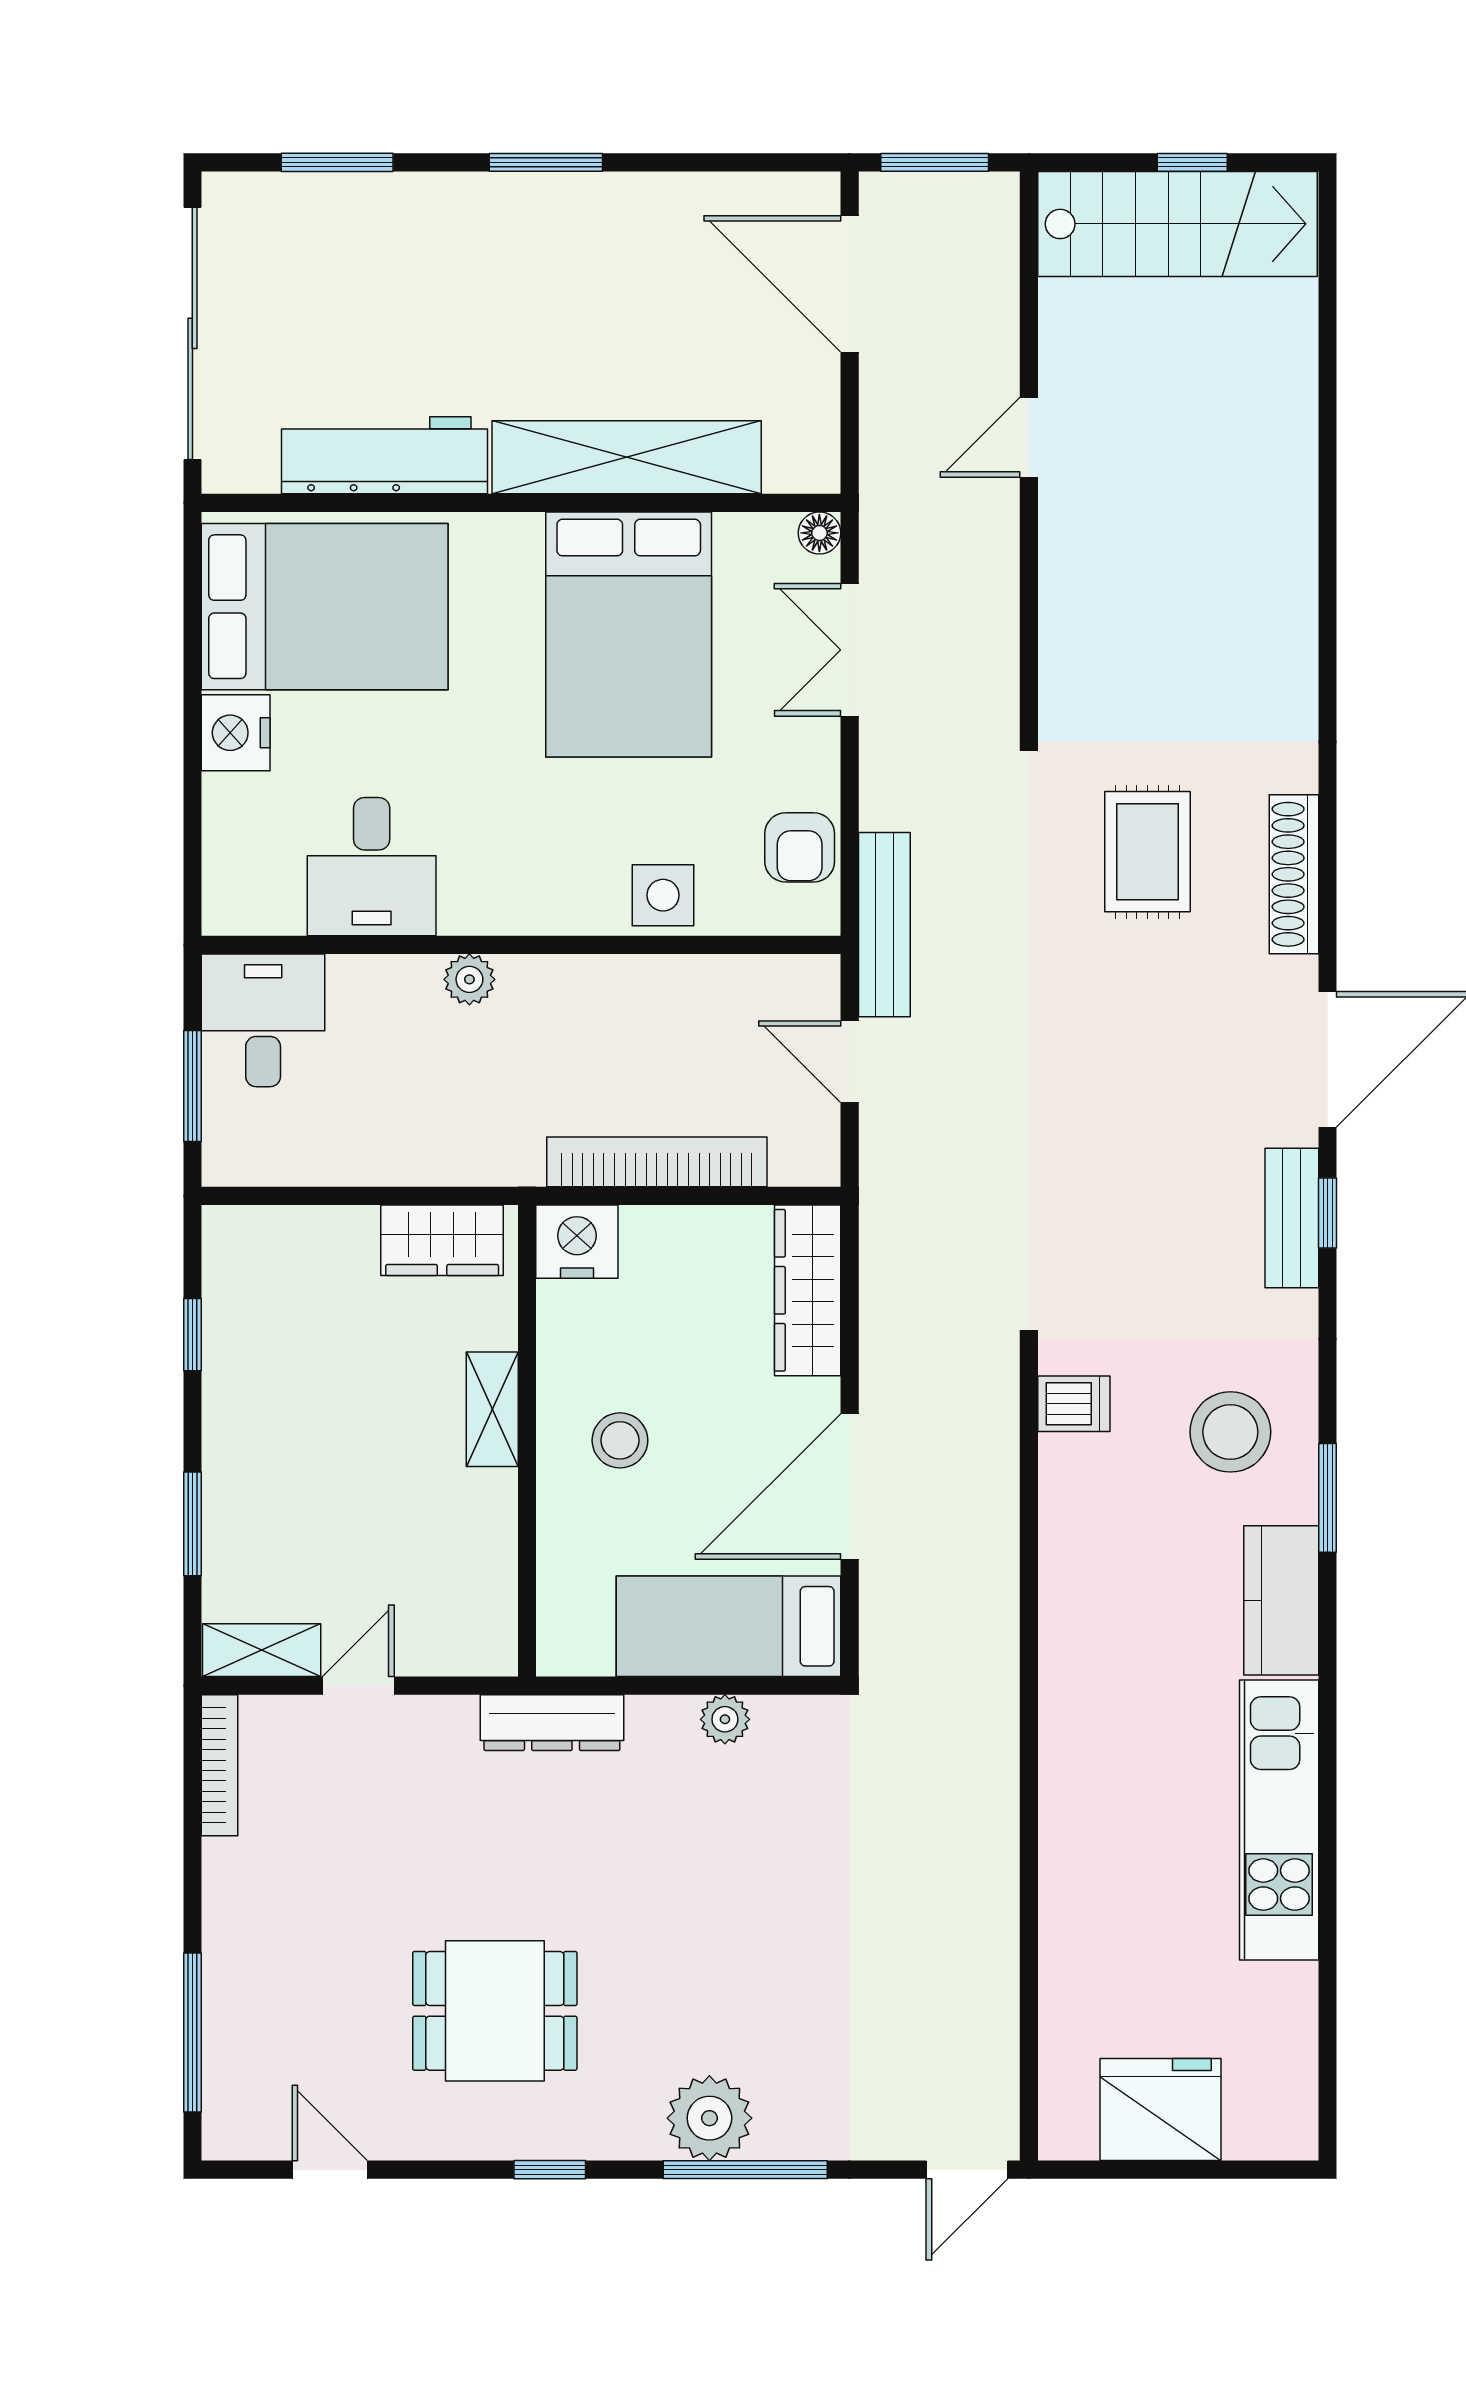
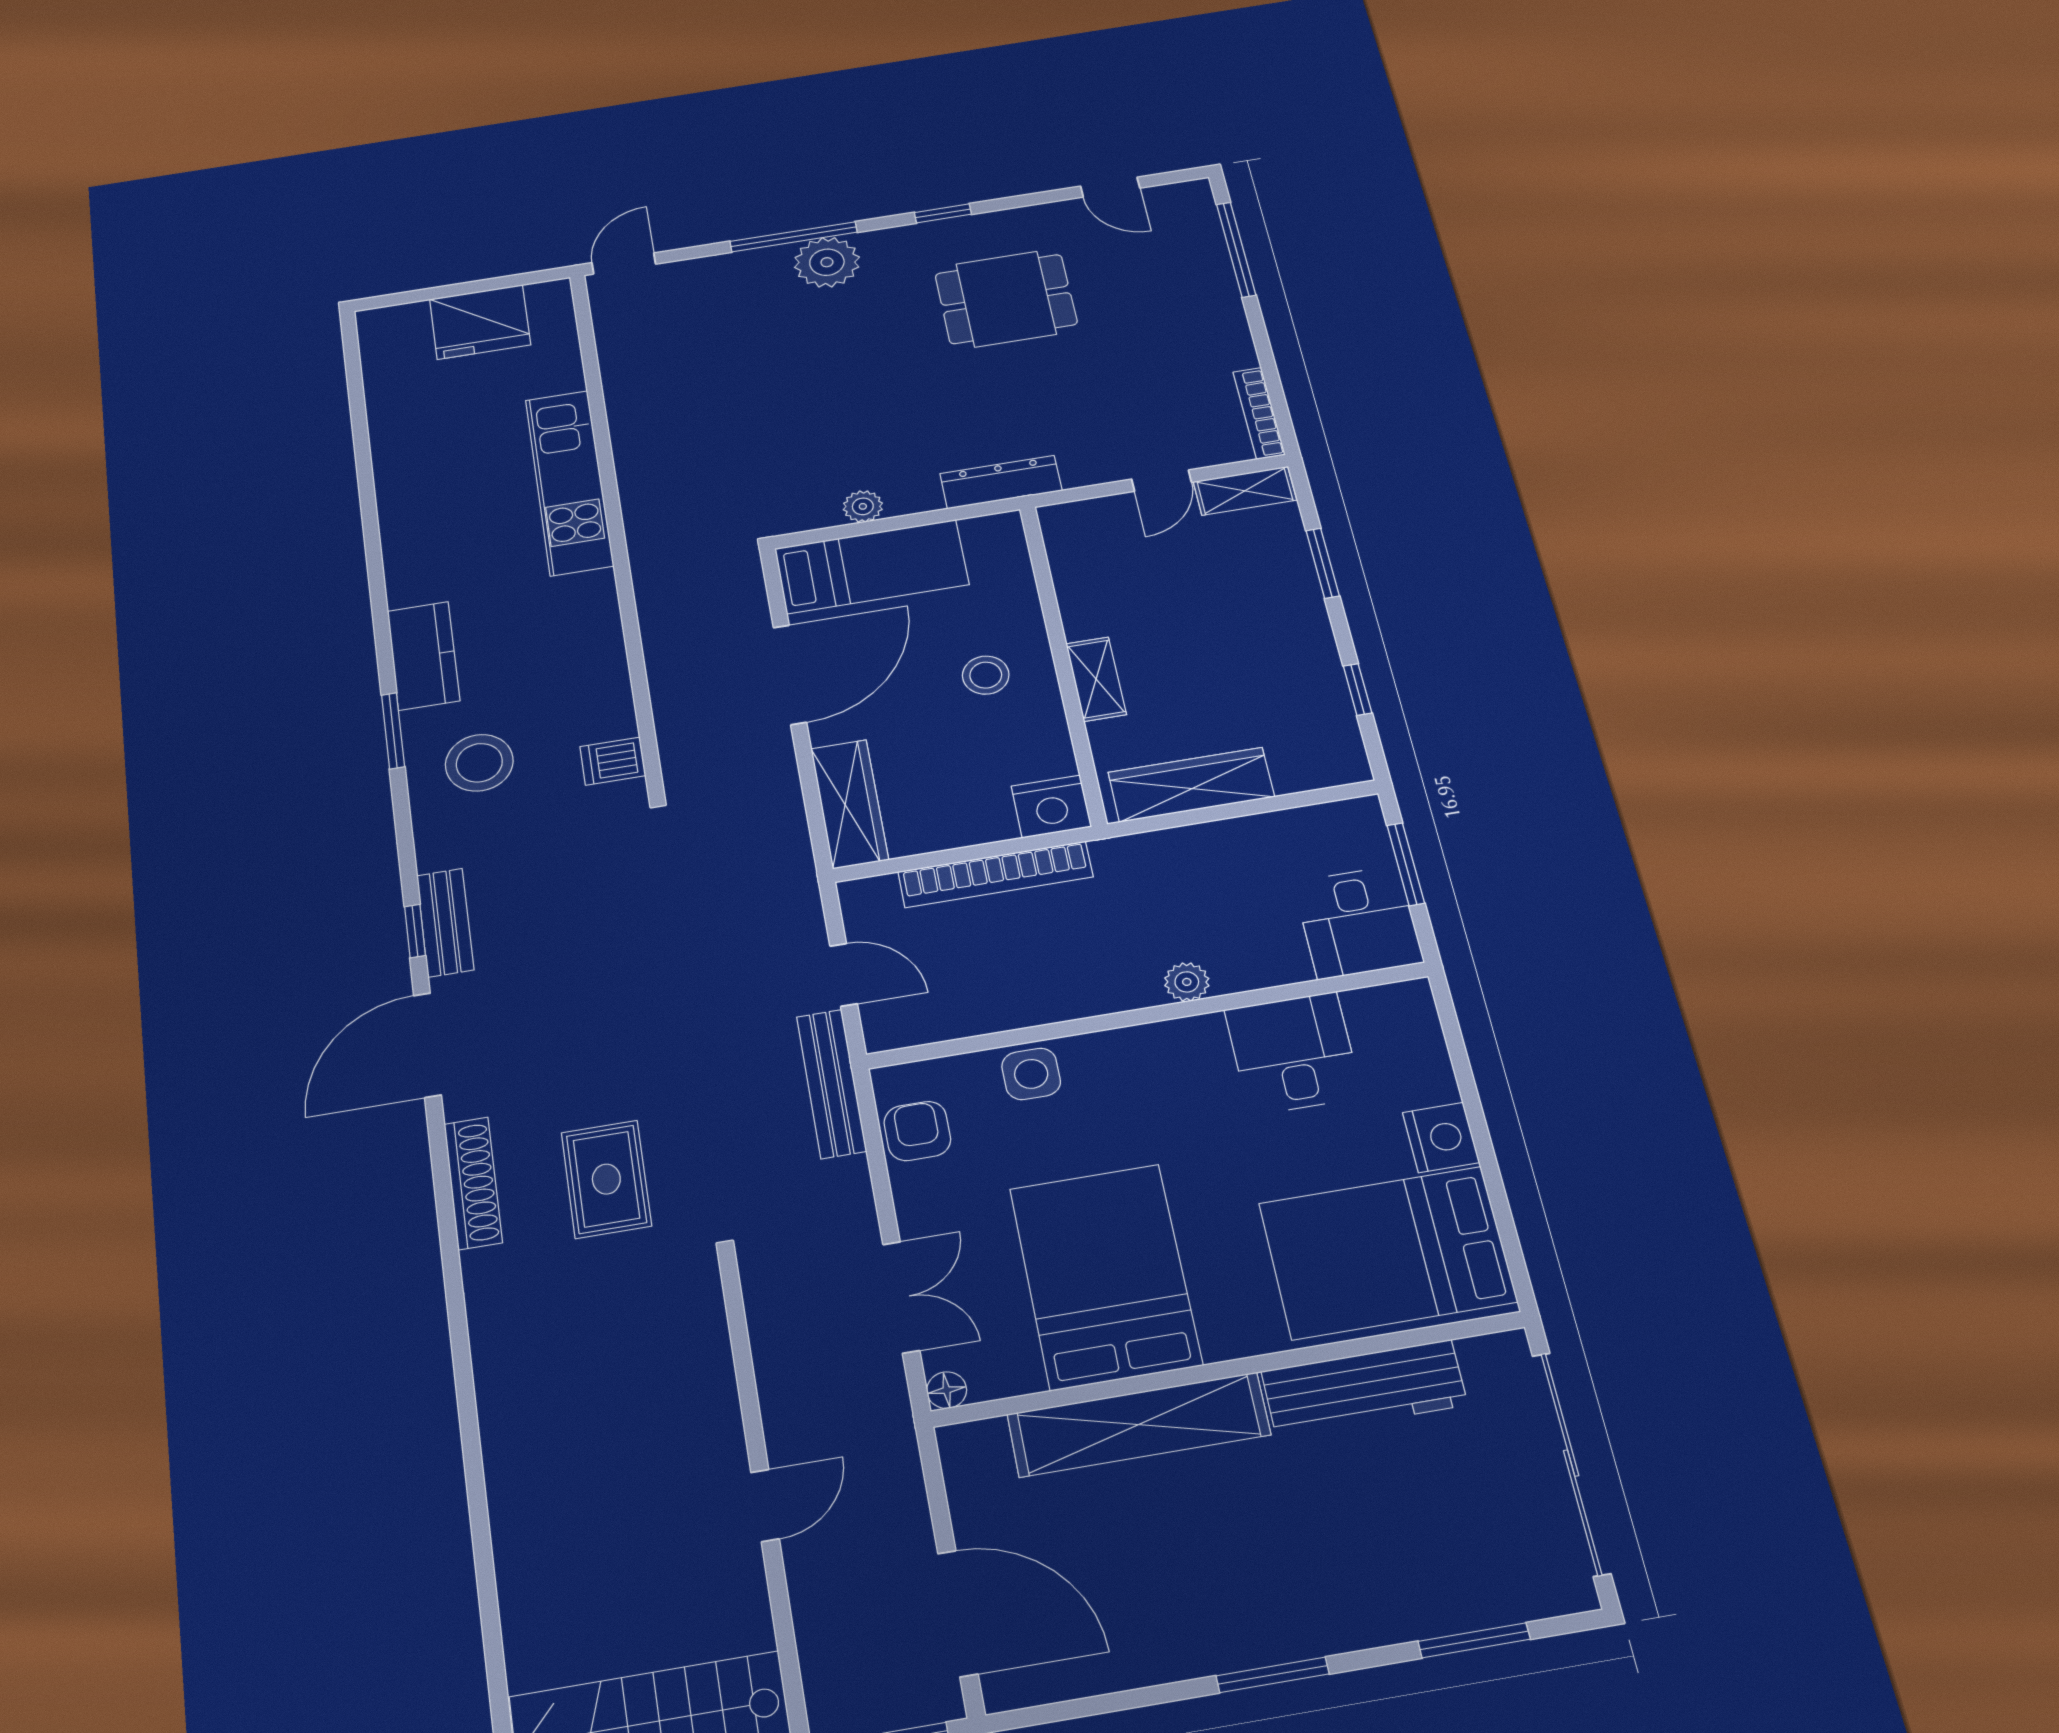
wardrobe: (442, 1240) -> (1191, 785), width x1.50
kitchen unit: (1279, 1820) -> (569, 482), moved, turned 180

